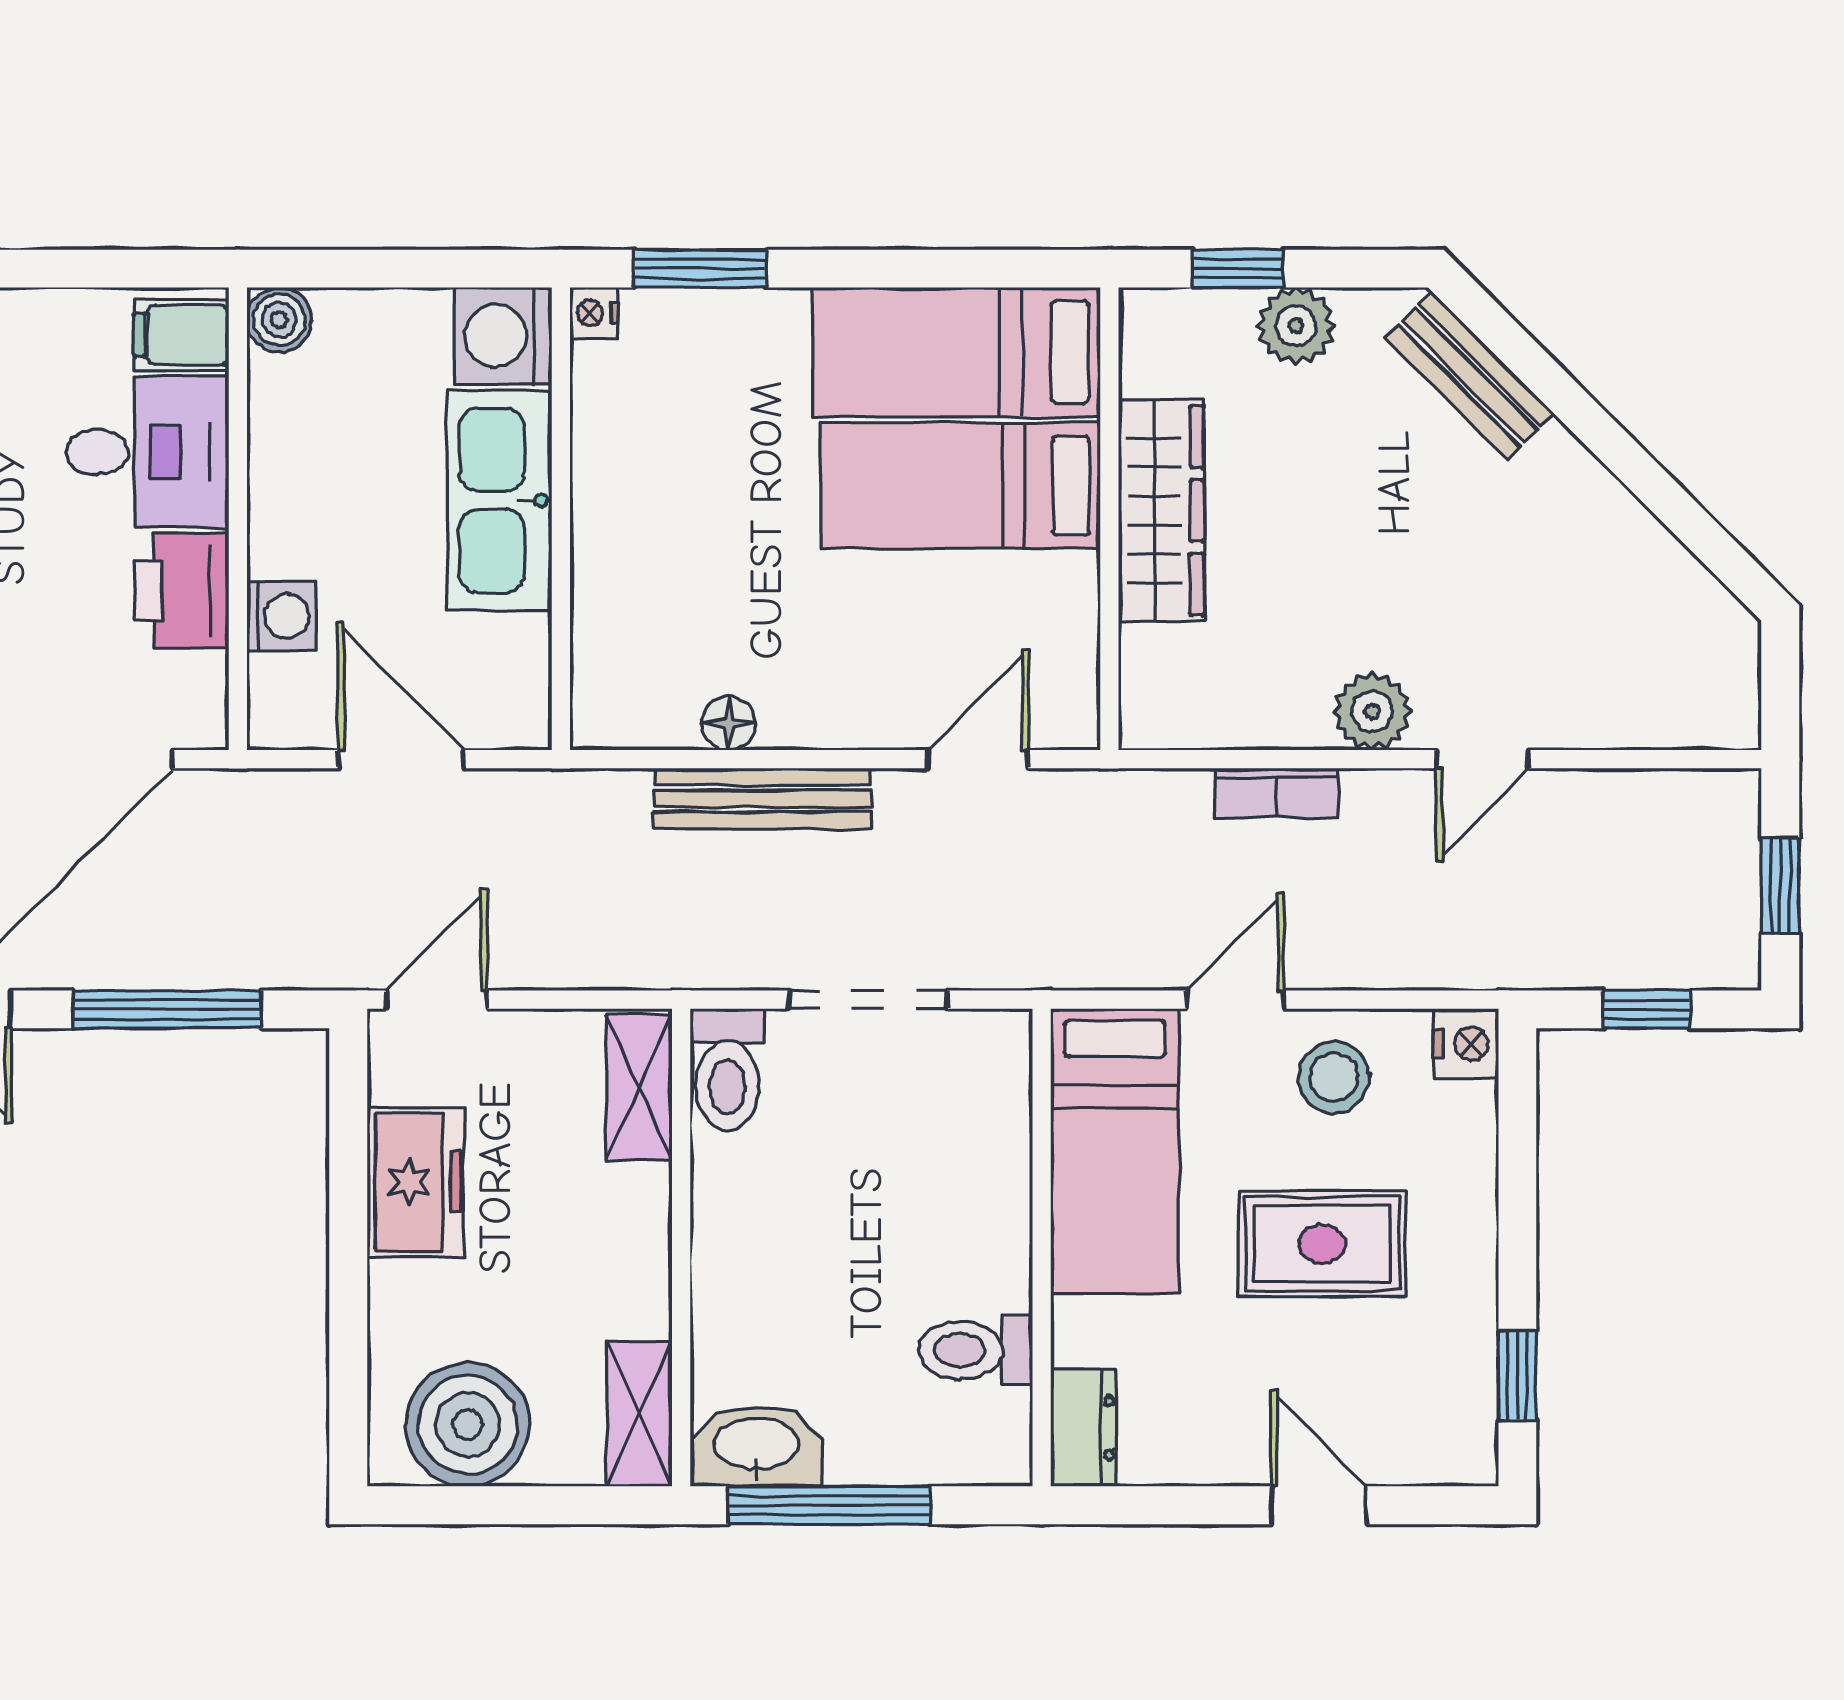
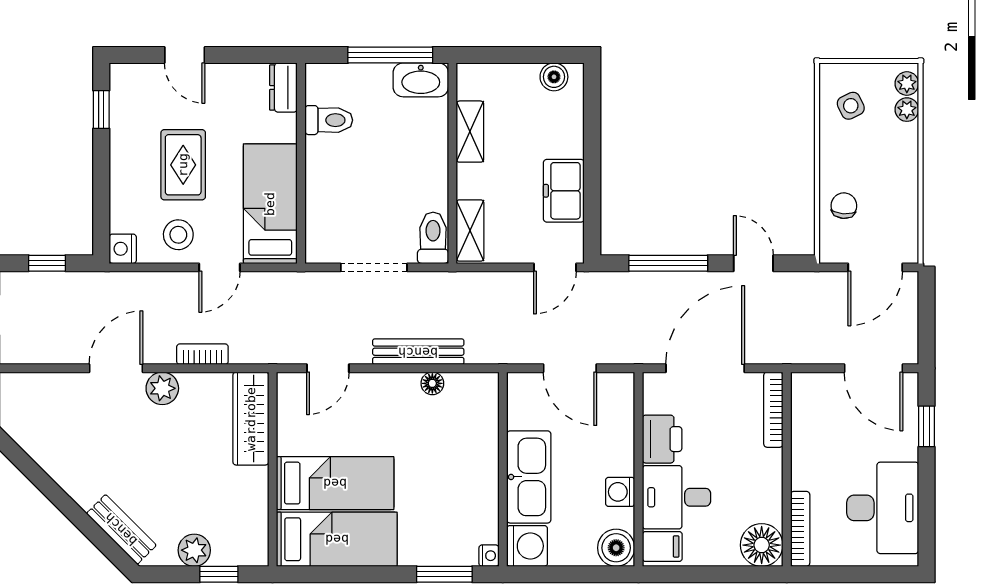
boiler: (279, 320) -> (616, 548), width x1.36, depth x1.36
wardrobe: (1161, 511) -> (251, 419), moved
washing machine: (282, 616) -> (620, 492), moved
door: (1482, 759) -> (116, 368), width x1.38
rug: (1322, 1244) -> (183, 165), turned 90
shelving: (639, 1414) -> (470, 132), moved
boiler: (468, 1425) -> (554, 77), width x0.54, depth x0.54

